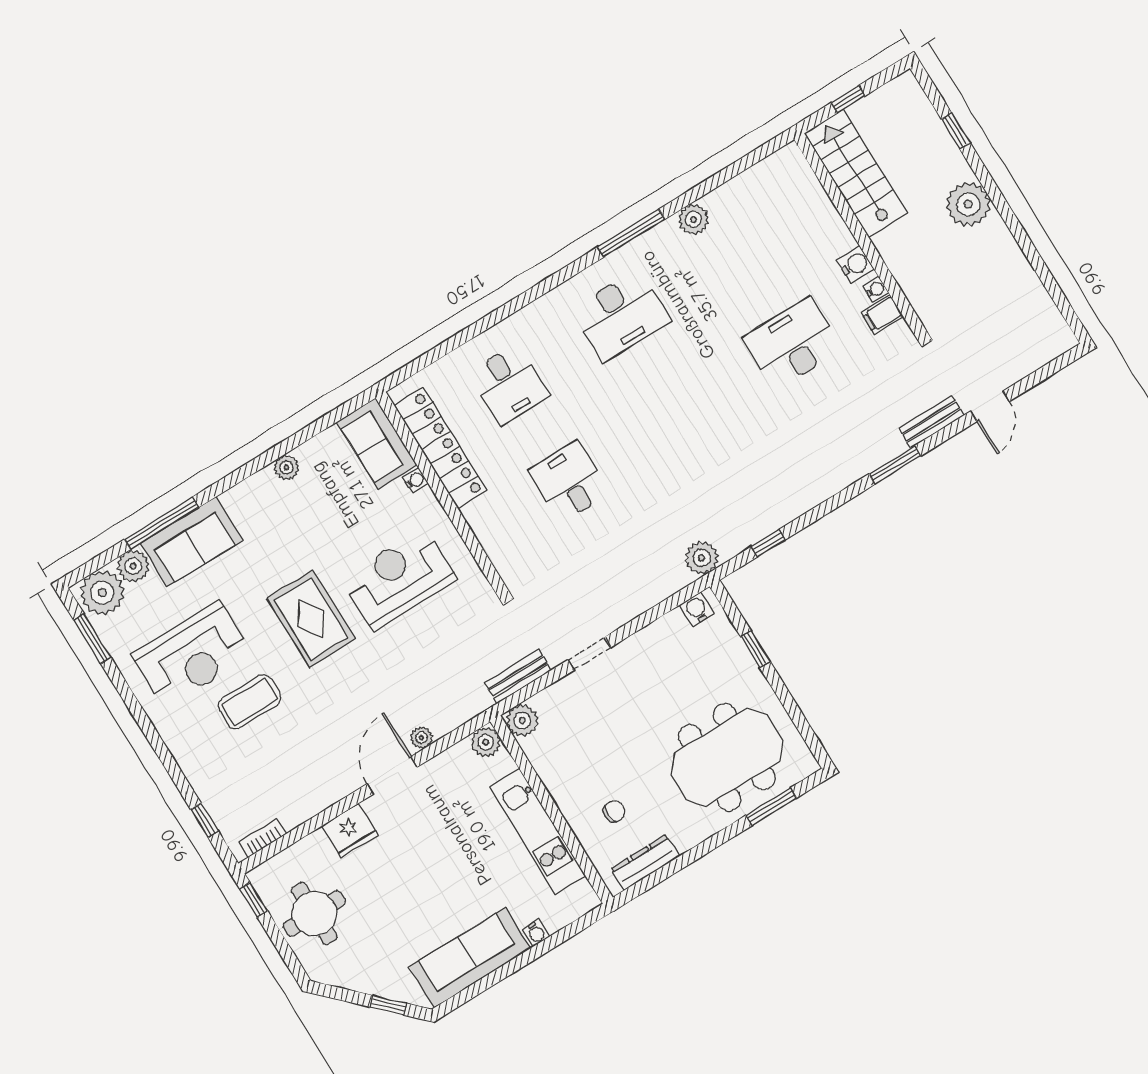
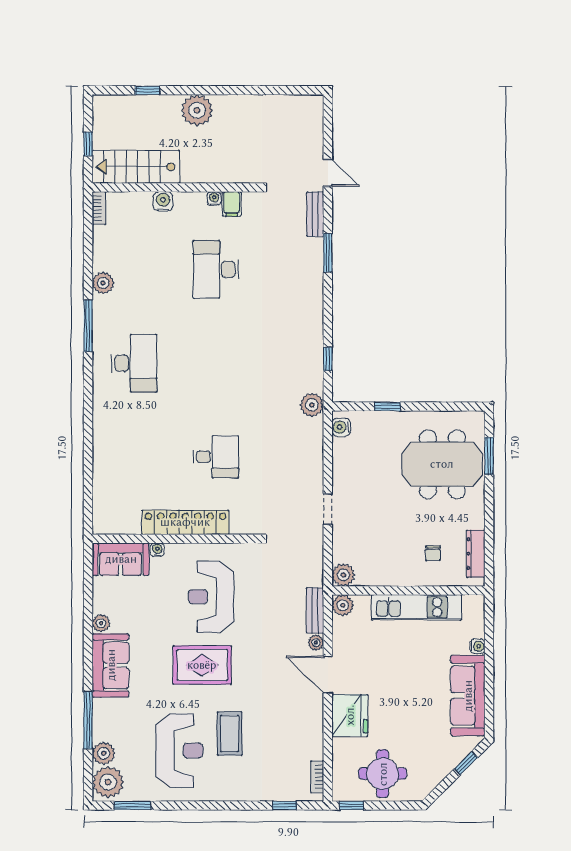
bookcase: (779, 159) -> (99, 208), added
water cooler: (855, 264) -> (163, 201), moved
desk: (509, 384) -> (134, 457), removed
locker: (440, 448) -> (185, 522), moved
desk: (569, 482) -> (216, 457), turned 180
sofa: (192, 542) -> (111, 665), moved
bench: (518, 677) -> (315, 610), moved
meeting table: (727, 757) -> (442, 464), turned 90
chair: (614, 811) -> (433, 553), turned 180
fridge: (350, 830) -> (350, 715), width x1.36, depth x1.34

